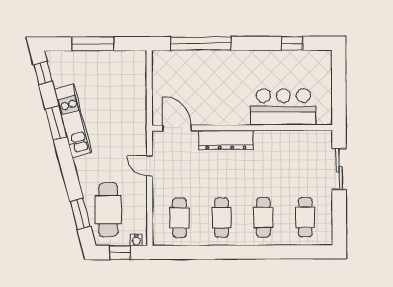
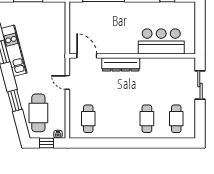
window: (80, 214) -> (15, 100), moved
cafe table: (221, 218) -> (118, 119), removed

